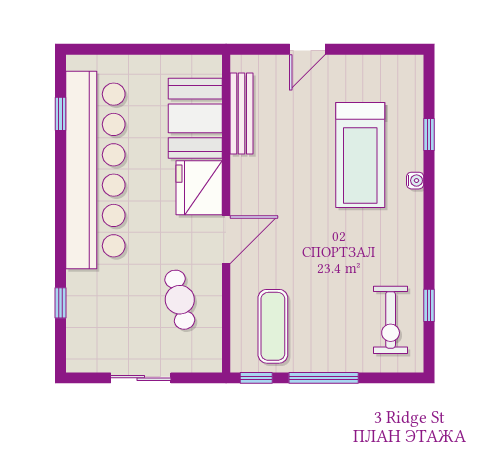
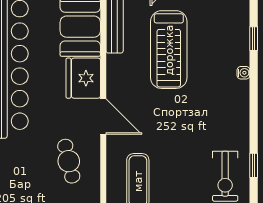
treadmill: (360, 155) -> (169, 50), moved
door: (226, 240) -> (103, 117), hinge flipped

